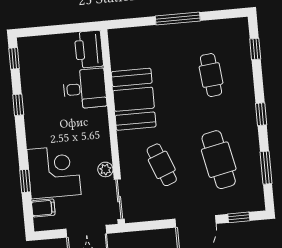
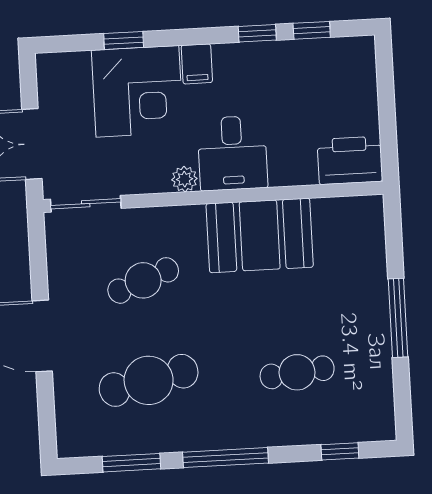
window: (14, 58) -> (312, 30), moved
desk: (85, 89) -> (232, 153), moved
window: (261, 114) -> (226, 458), width x2.17
plant: (105, 169) -> (184, 179), moved
filing cabinet: (43, 208) -> (197, 64), moved
window: (239, 217) -> (46, 412), removed

